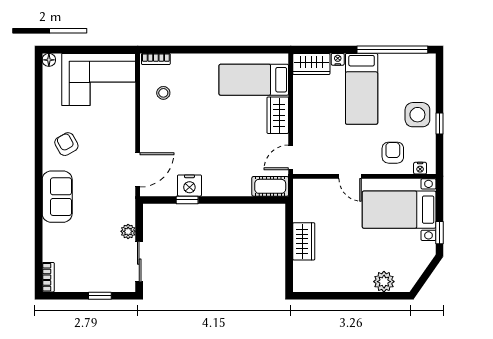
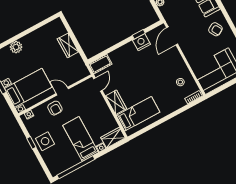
armchair: (393, 153) -> (55, 108), moved

